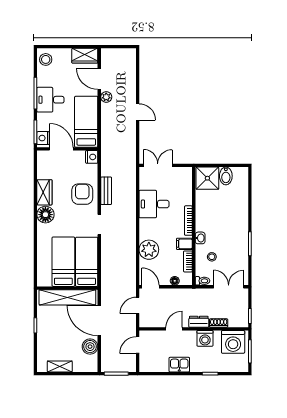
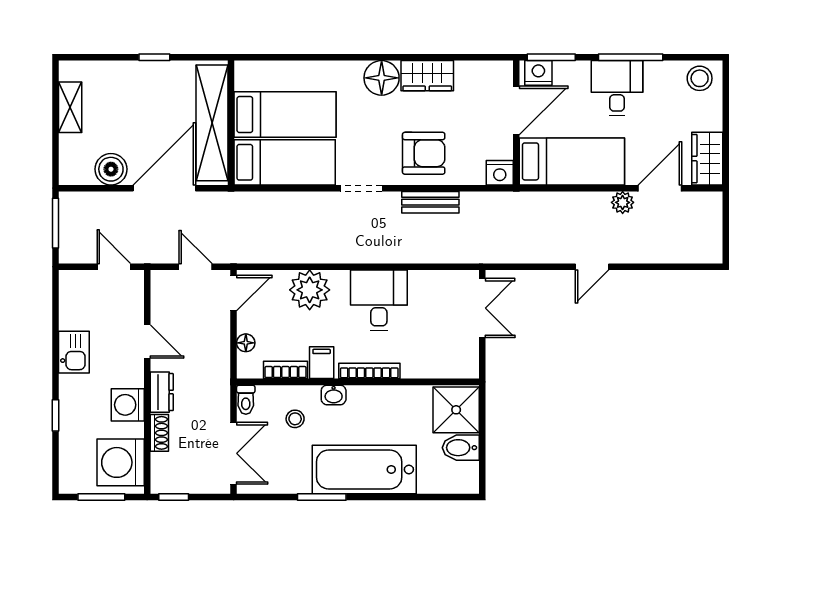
desk: (154, 204) -> (379, 300), moved
bathtub: (236, 223) -> (364, 469), added

